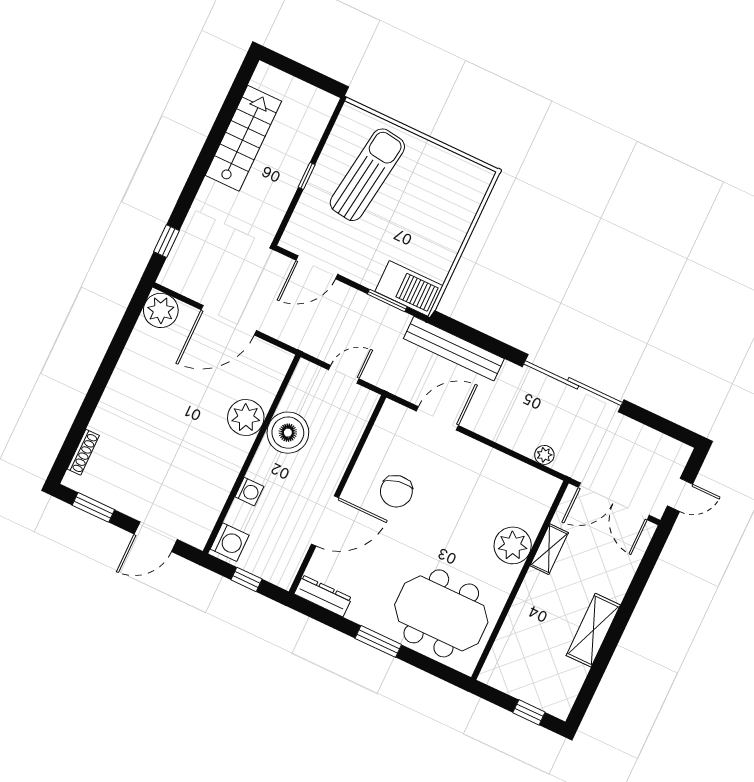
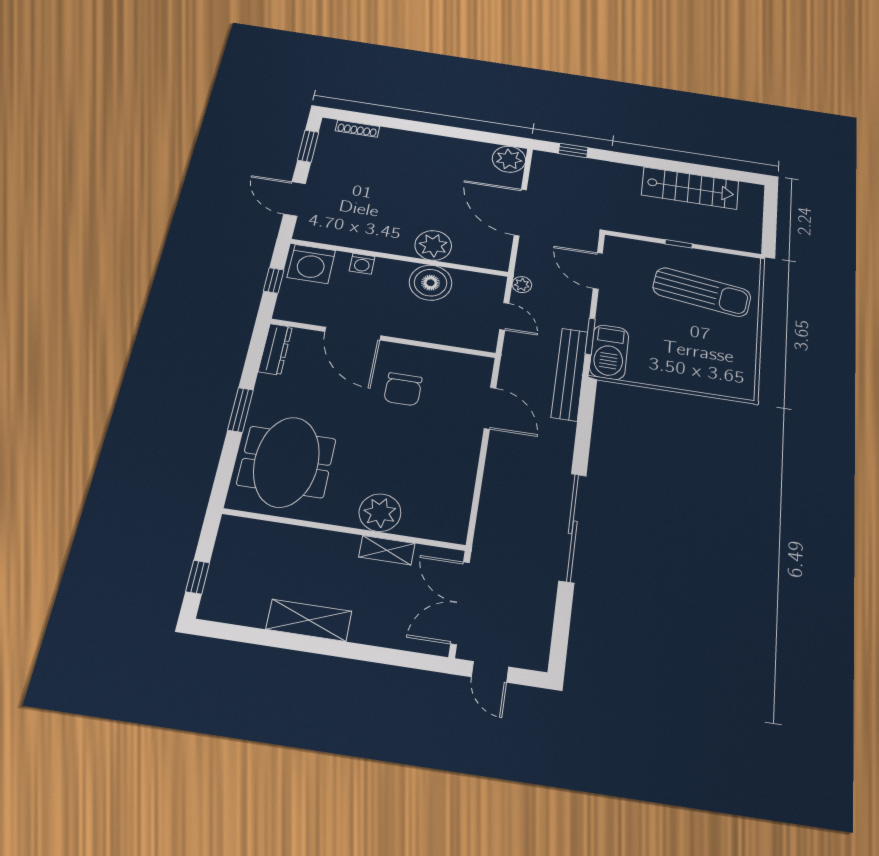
bench: (454, 349) -> (570, 374), moved
plant: (544, 455) -> (522, 285), moved
chair: (396, 491) -> (403, 389), turned -79
washing machine: (230, 542) -> (311, 264), width x1.37, depth x1.37

